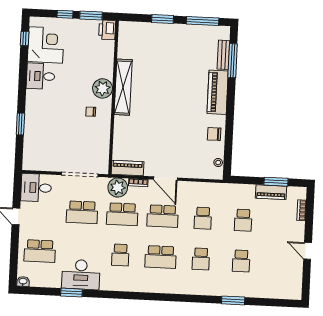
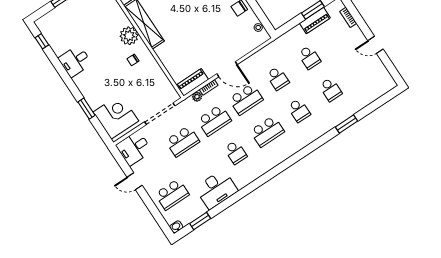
corner desk: (46, 45) -> (116, 117), moved
plant: (118, 188) -> (197, 97), width x0.53, depth x0.53
window: (71, 293) -> (200, 221), moved

